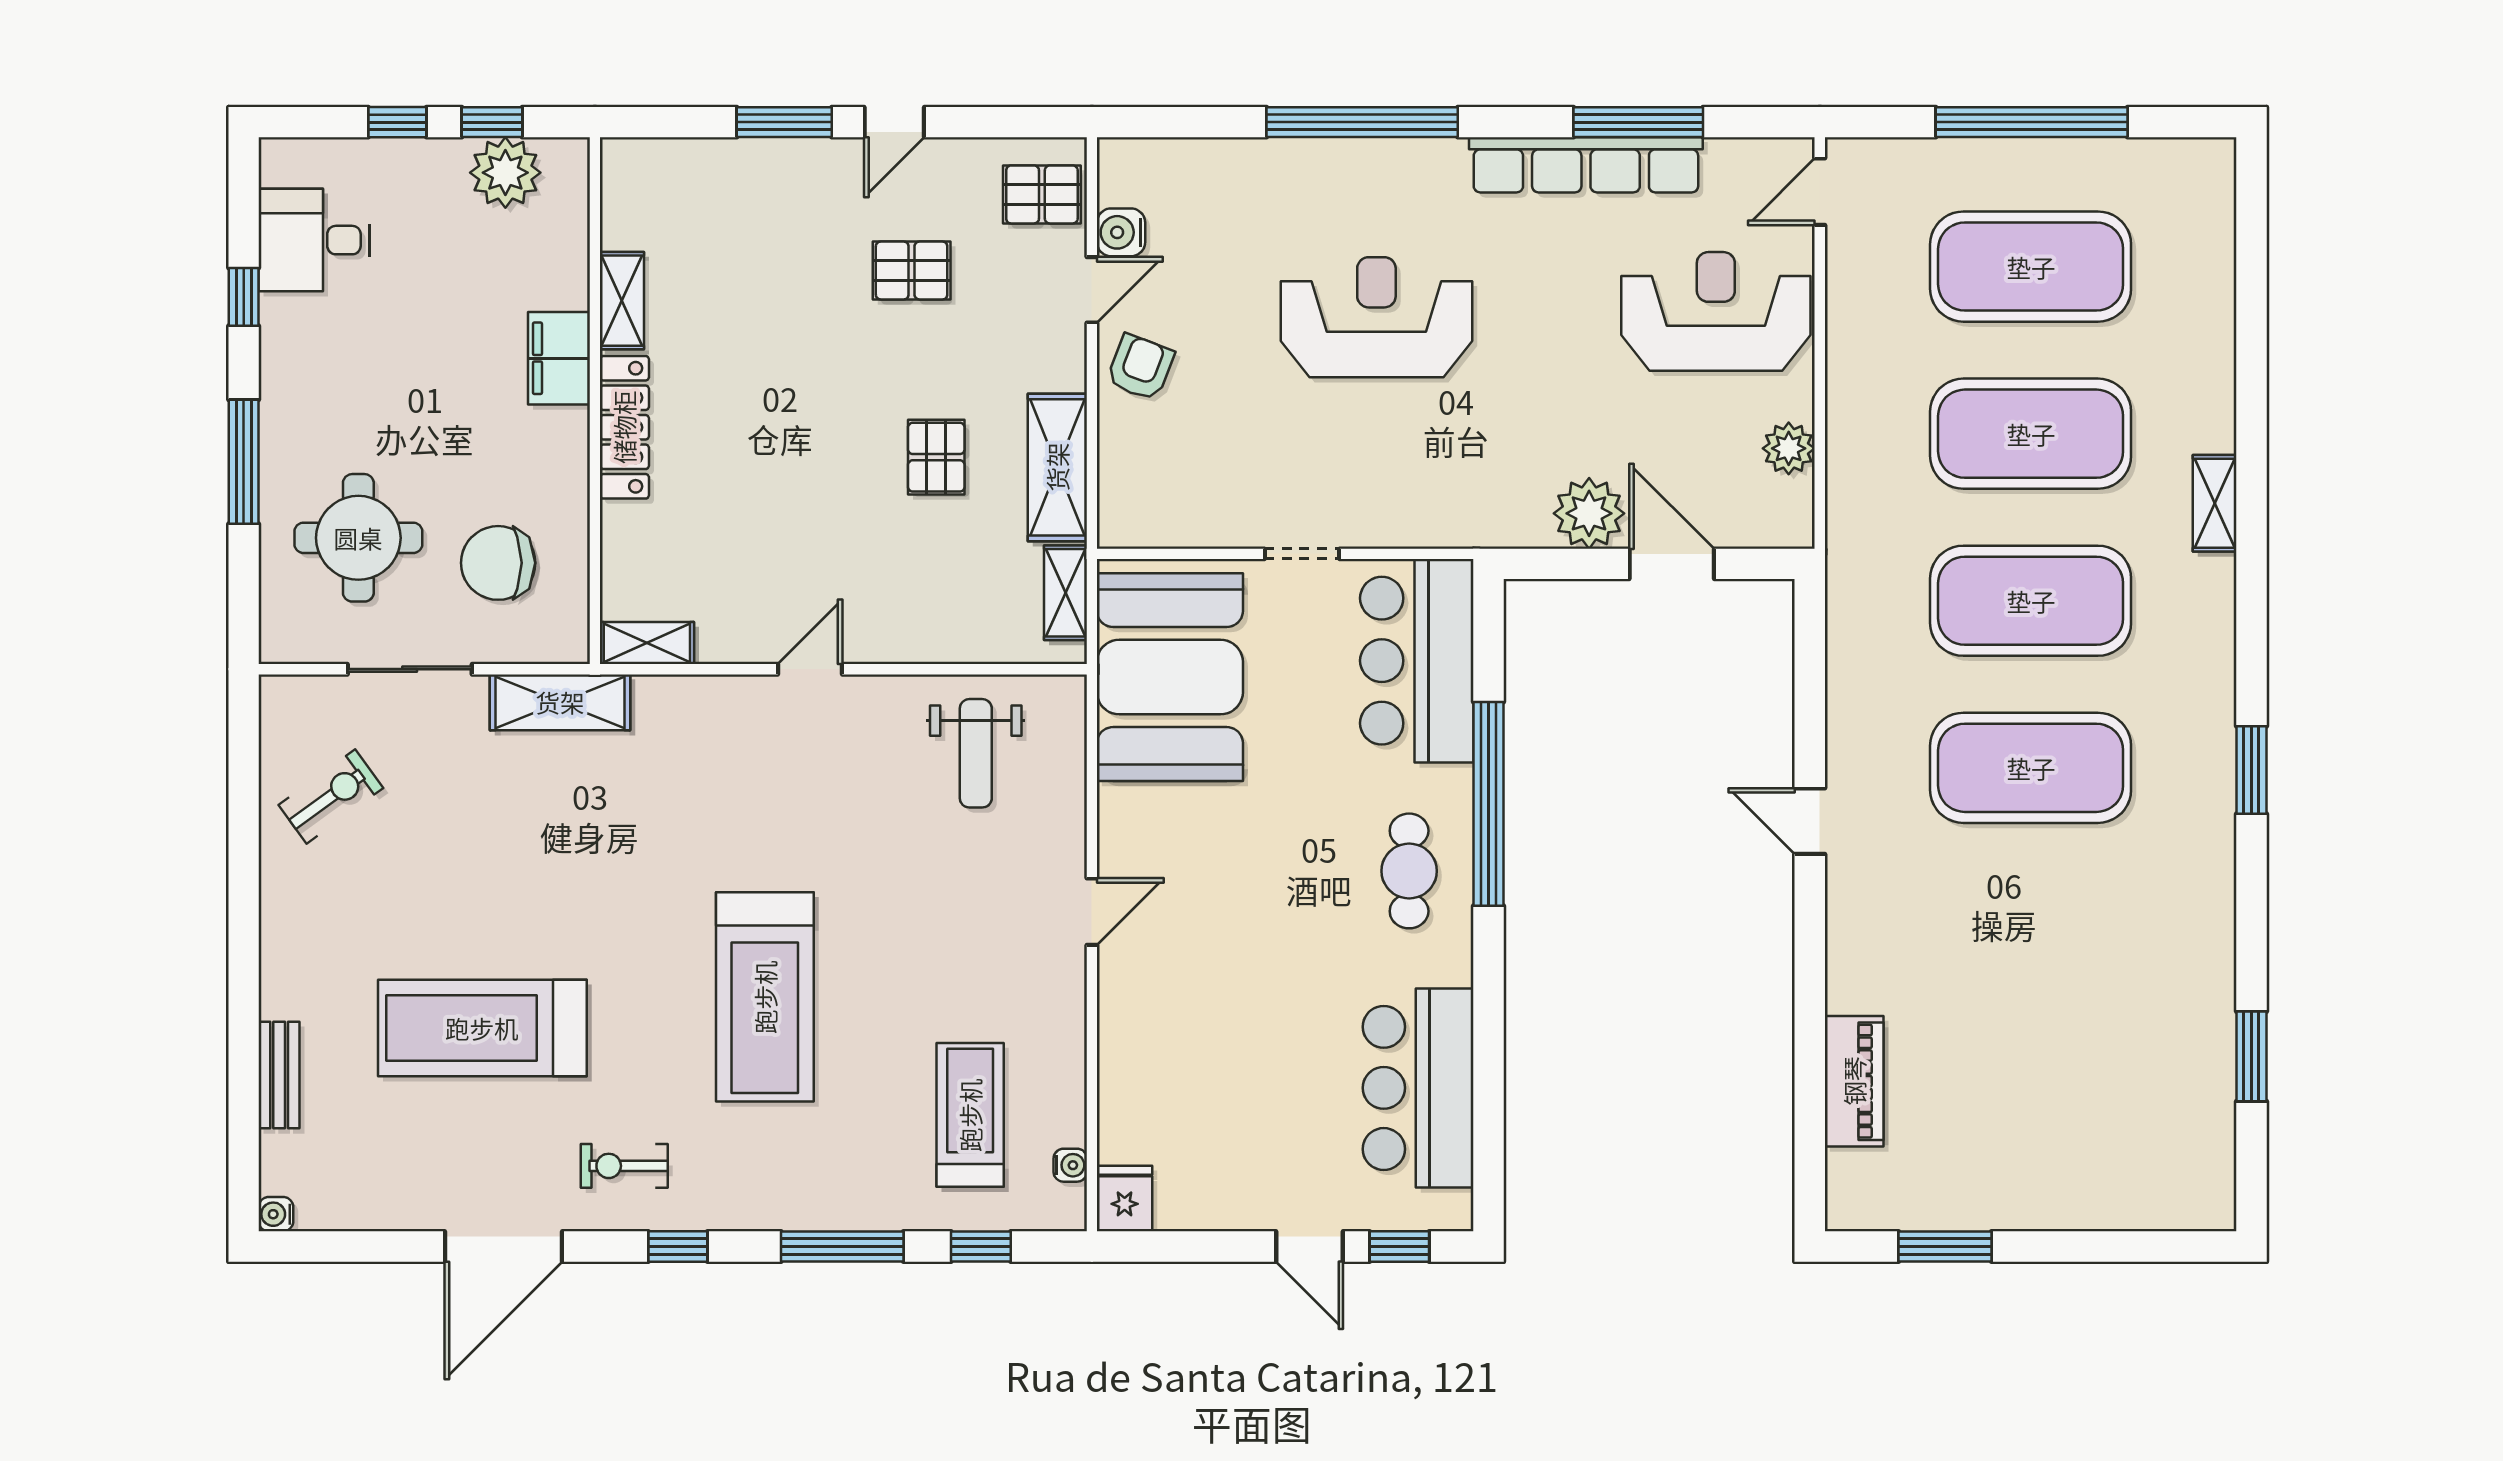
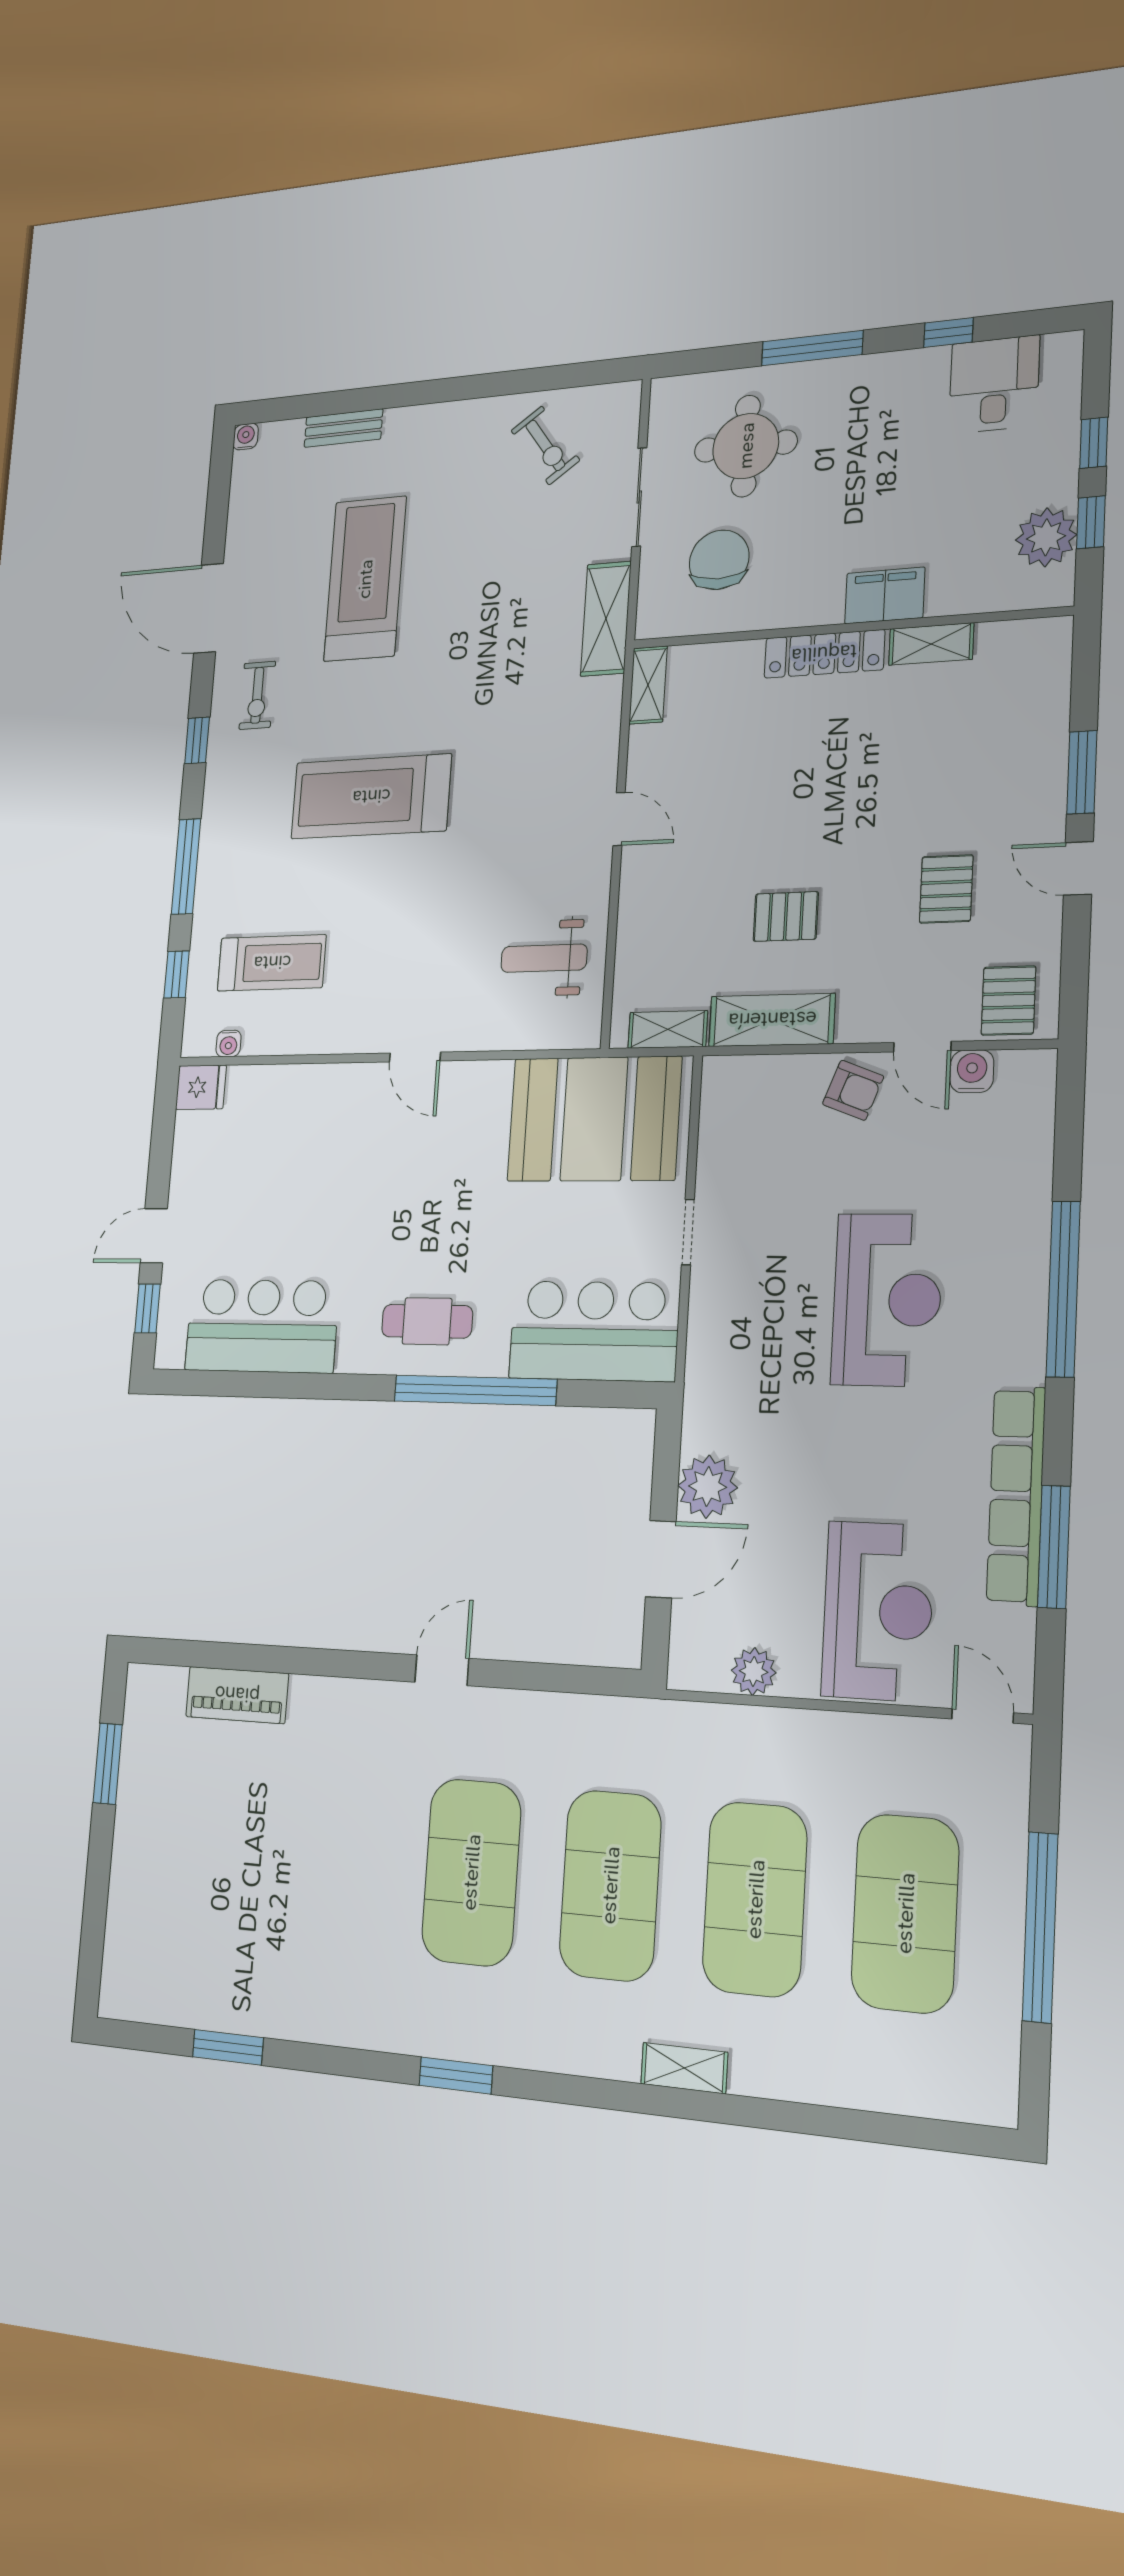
exercise bike: (624, 1166) -> (257, 695), turned 180

